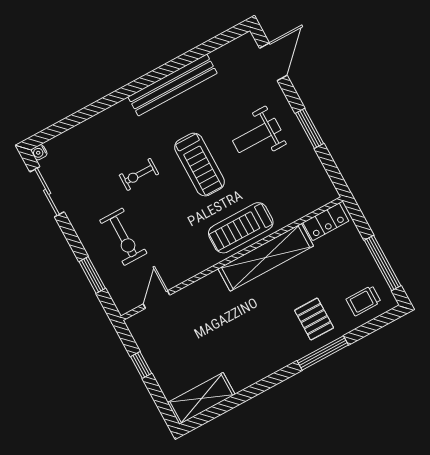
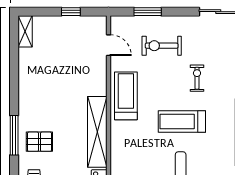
treadmill: (241, 228) -> (126, 96), moved
shelving: (201, 399) -> (25, 31), width x0.67, depth x0.75

